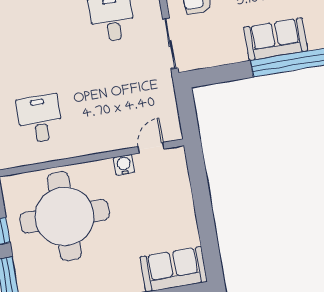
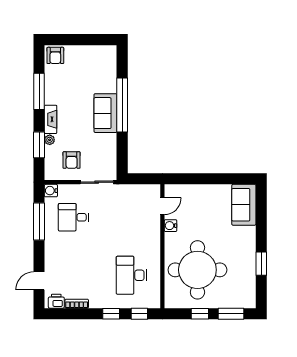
desk: (40, 119) -> (131, 275), width x1.37
door: (151, 148) -> (162, 206), swing flipped

